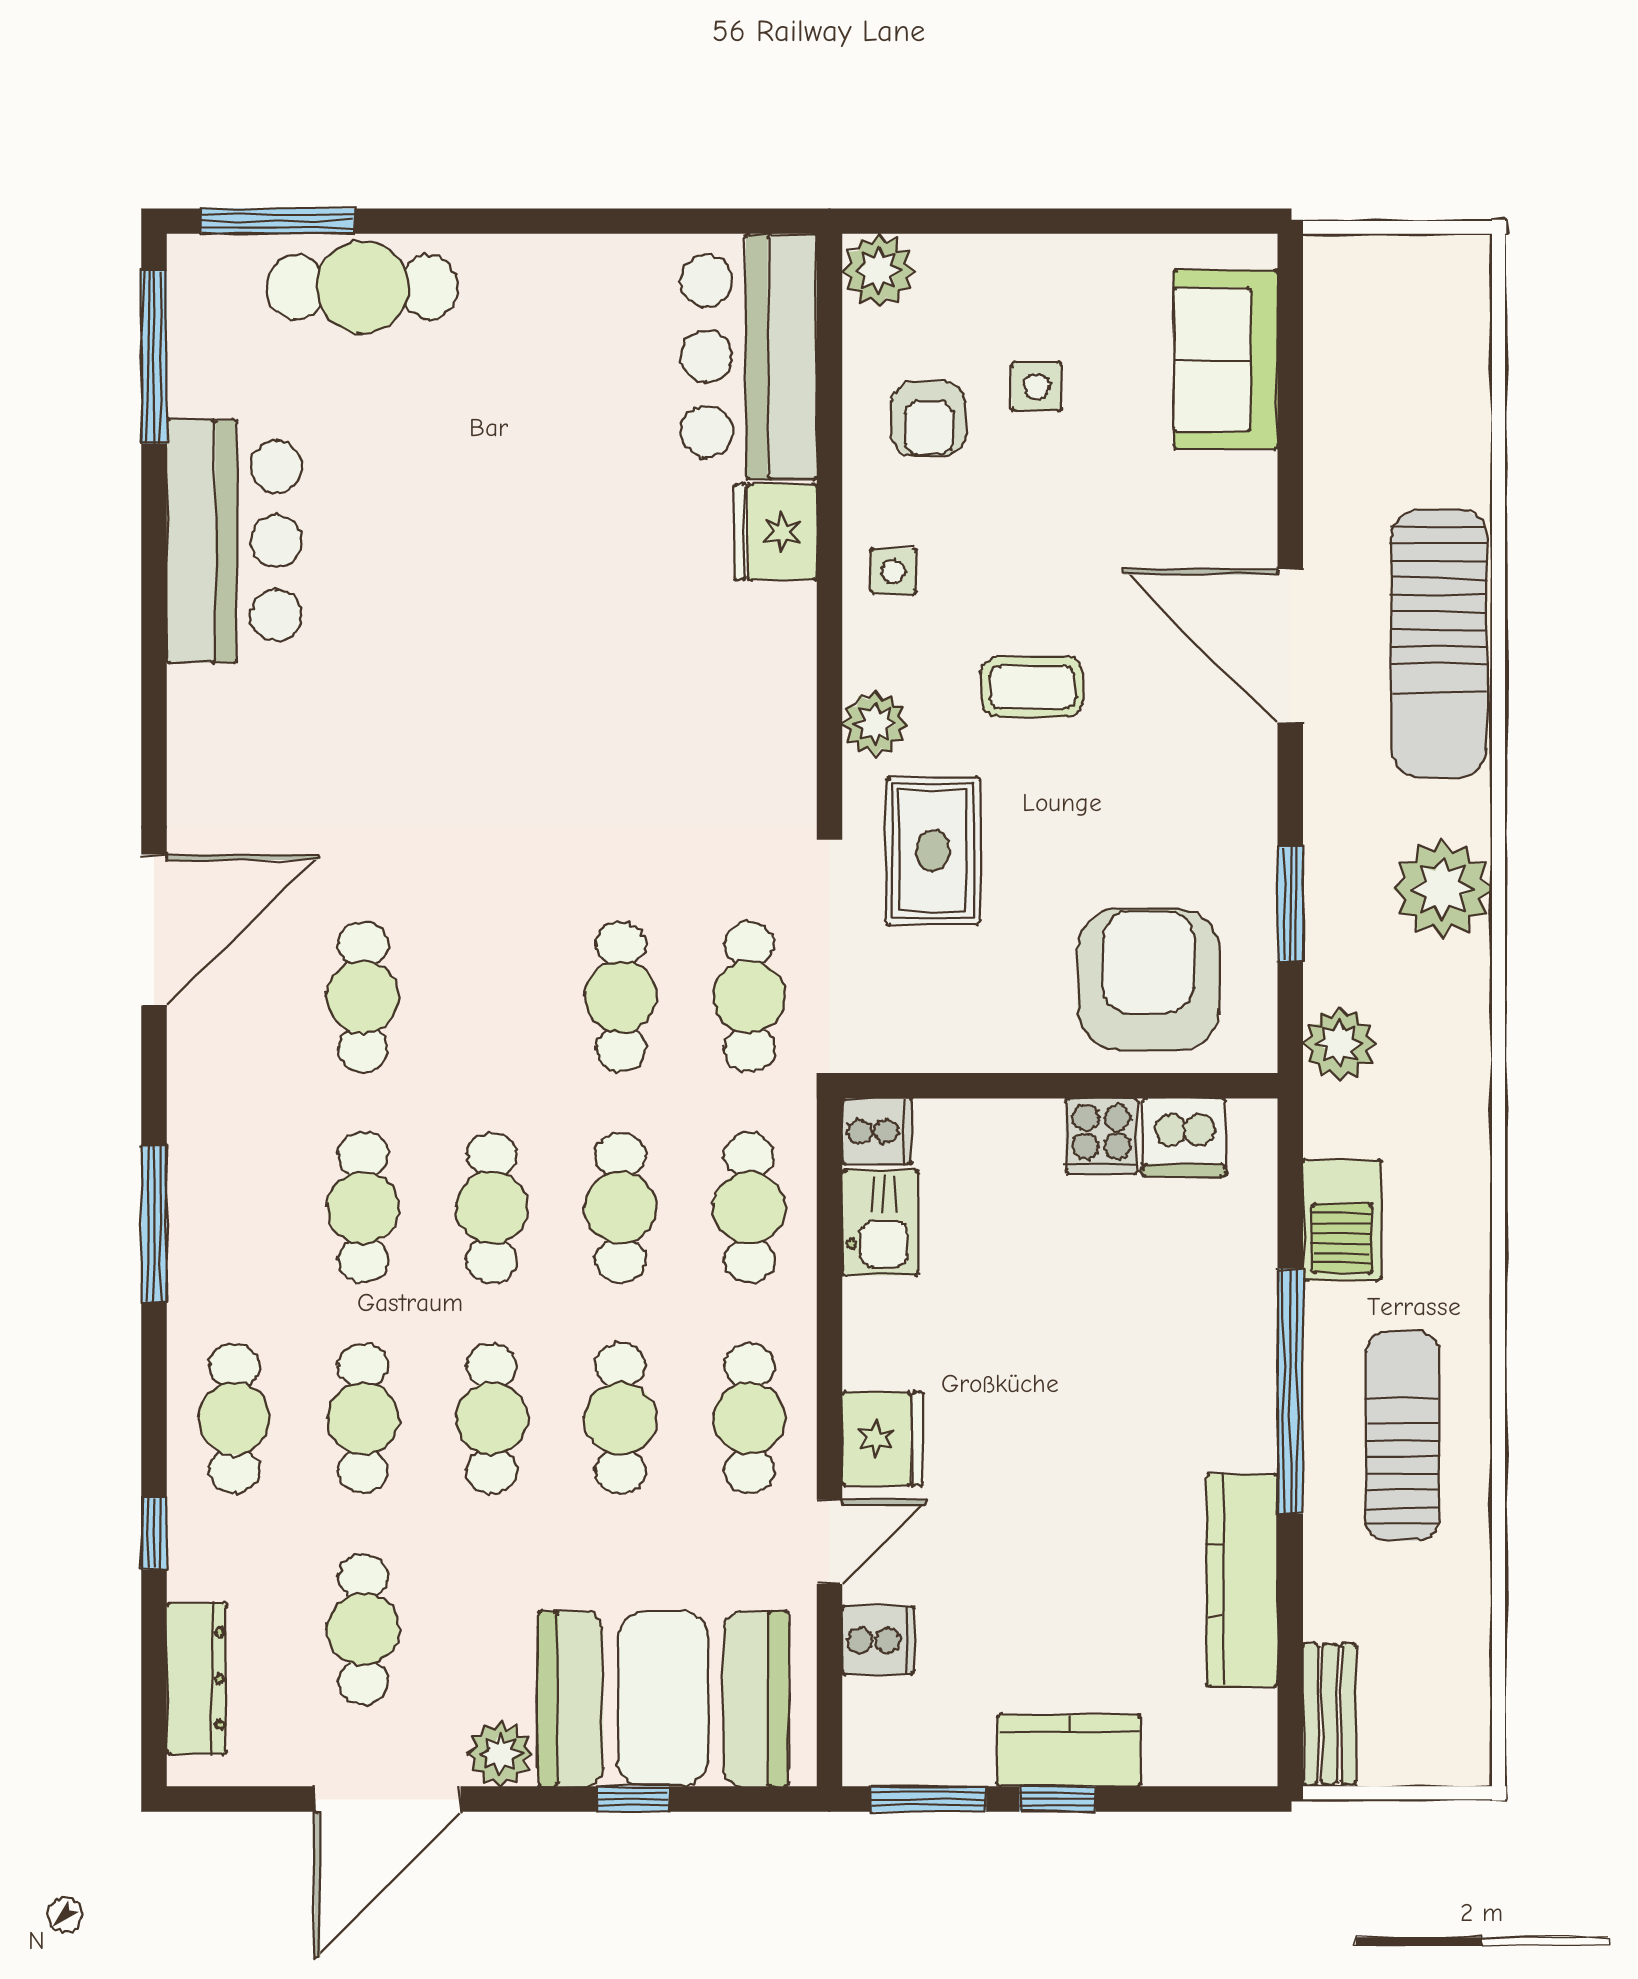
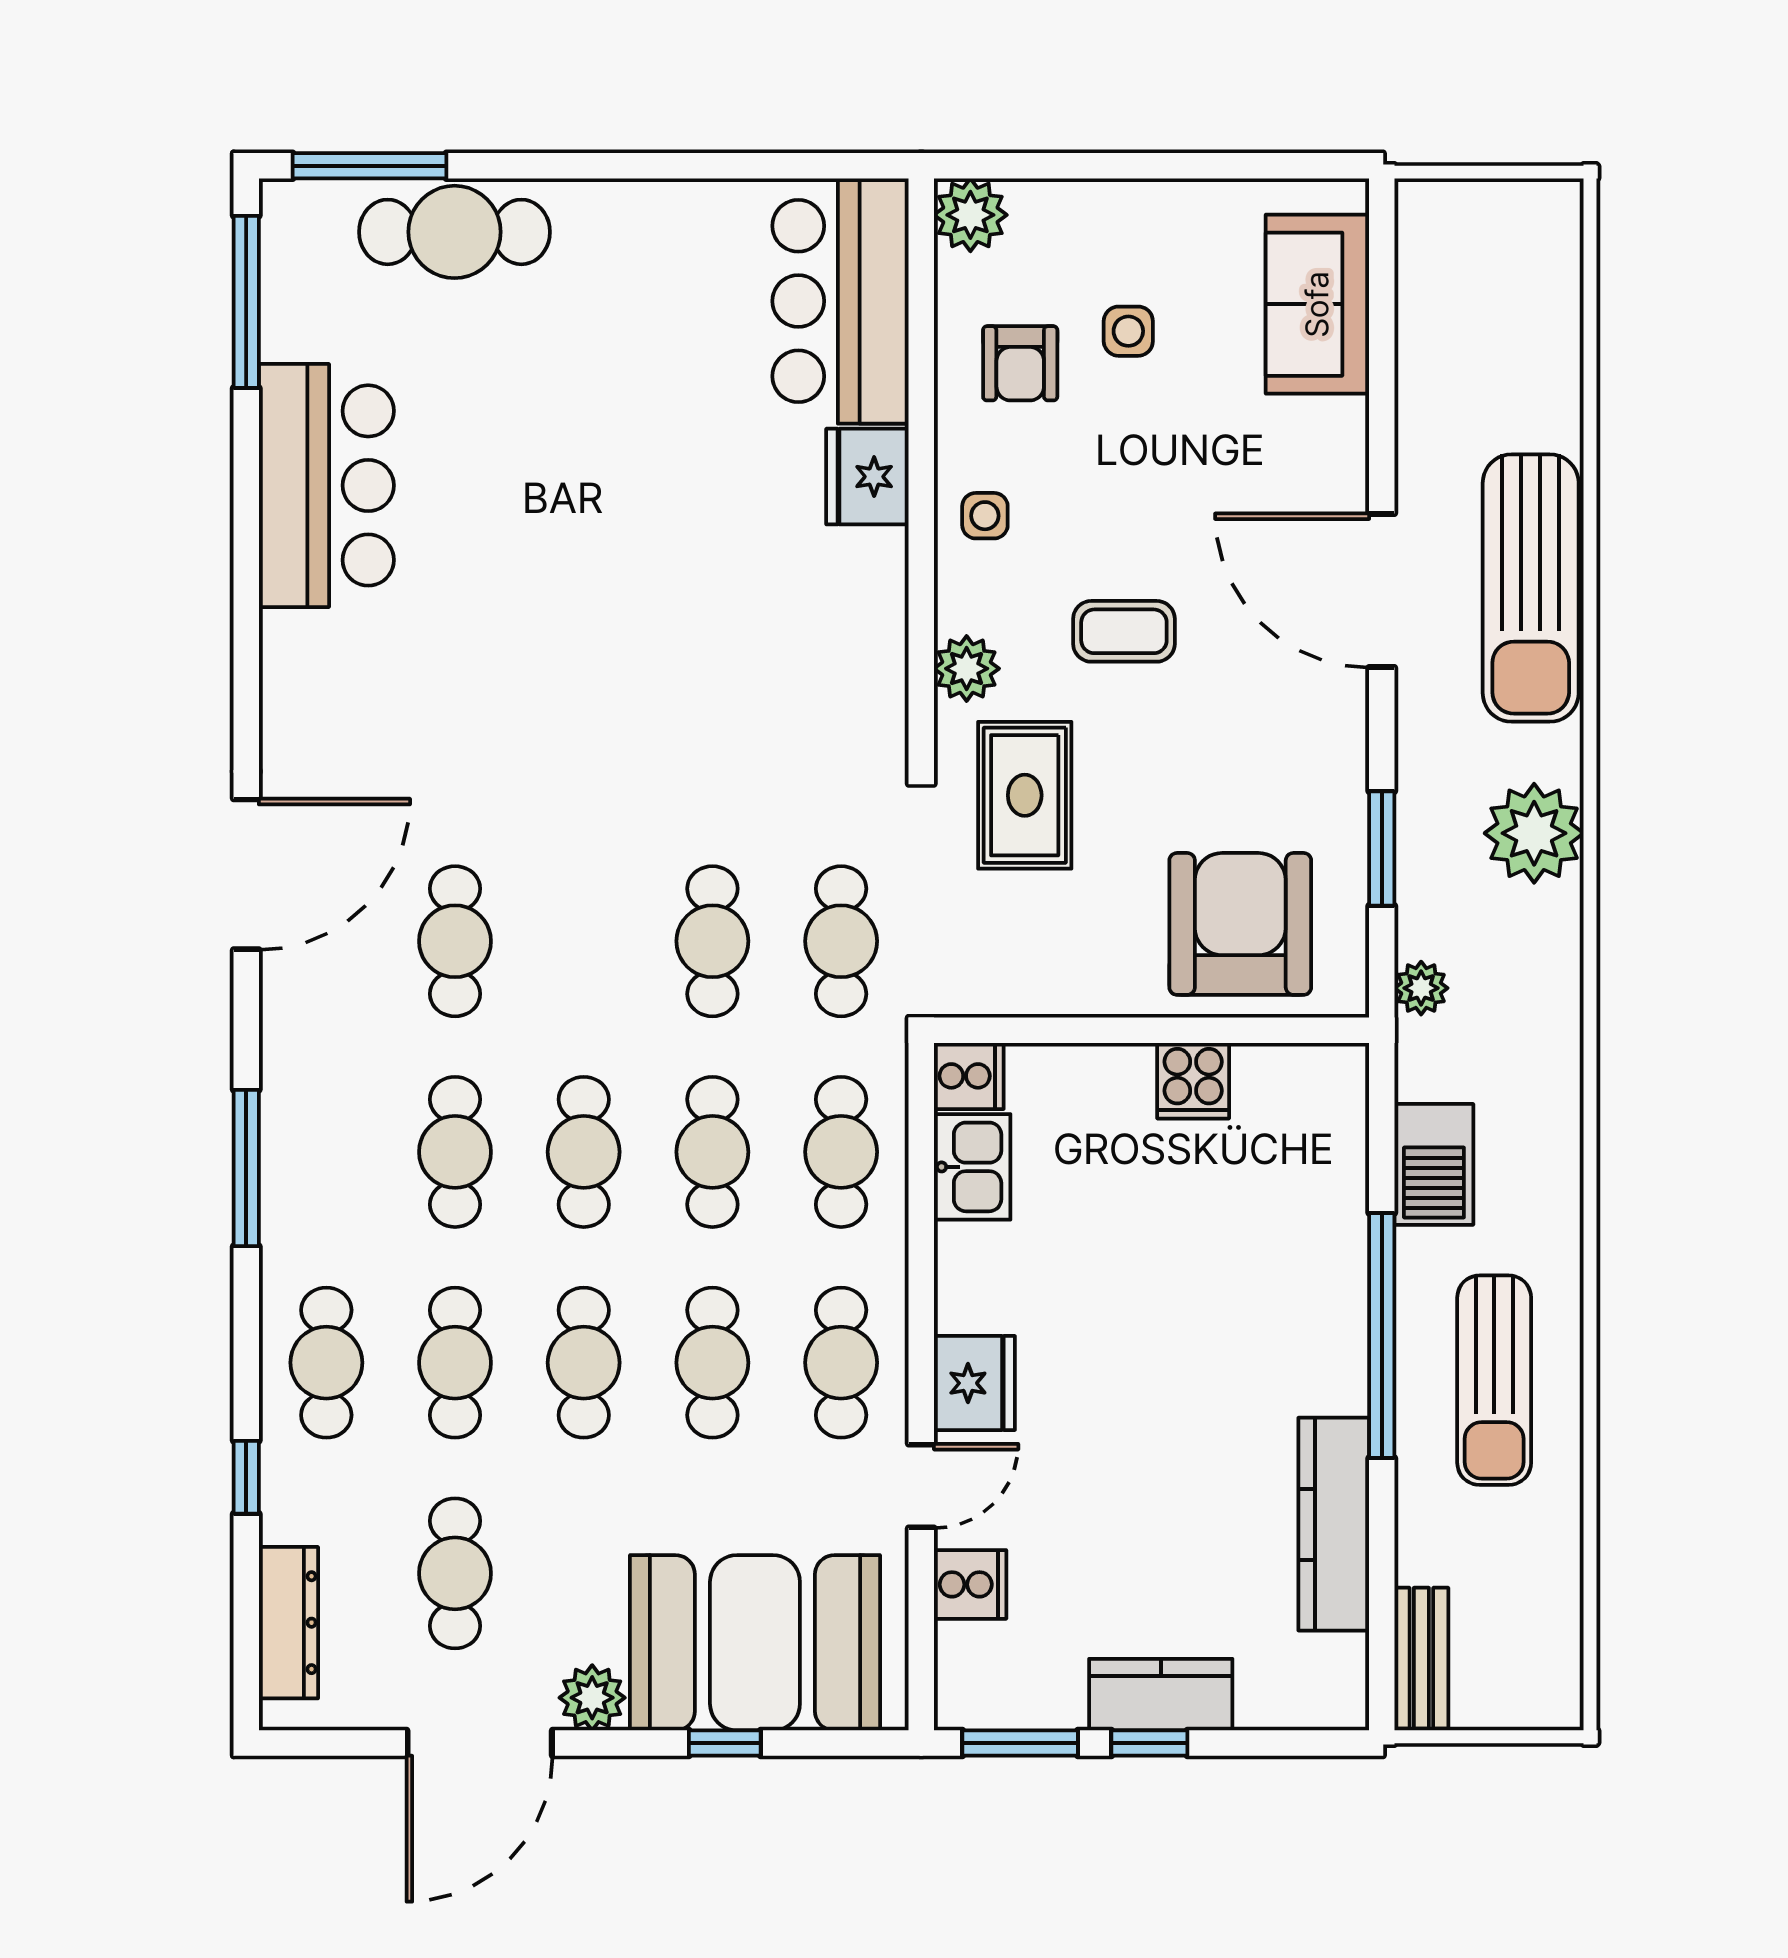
plant: (1339, 1044) -> (1421, 988), width x0.73, depth x0.73
dishwasher: (1184, 1137) -> (1276, 1082), removed
sun lounger: (1403, 1436) -> (1494, 1380), turned 180

